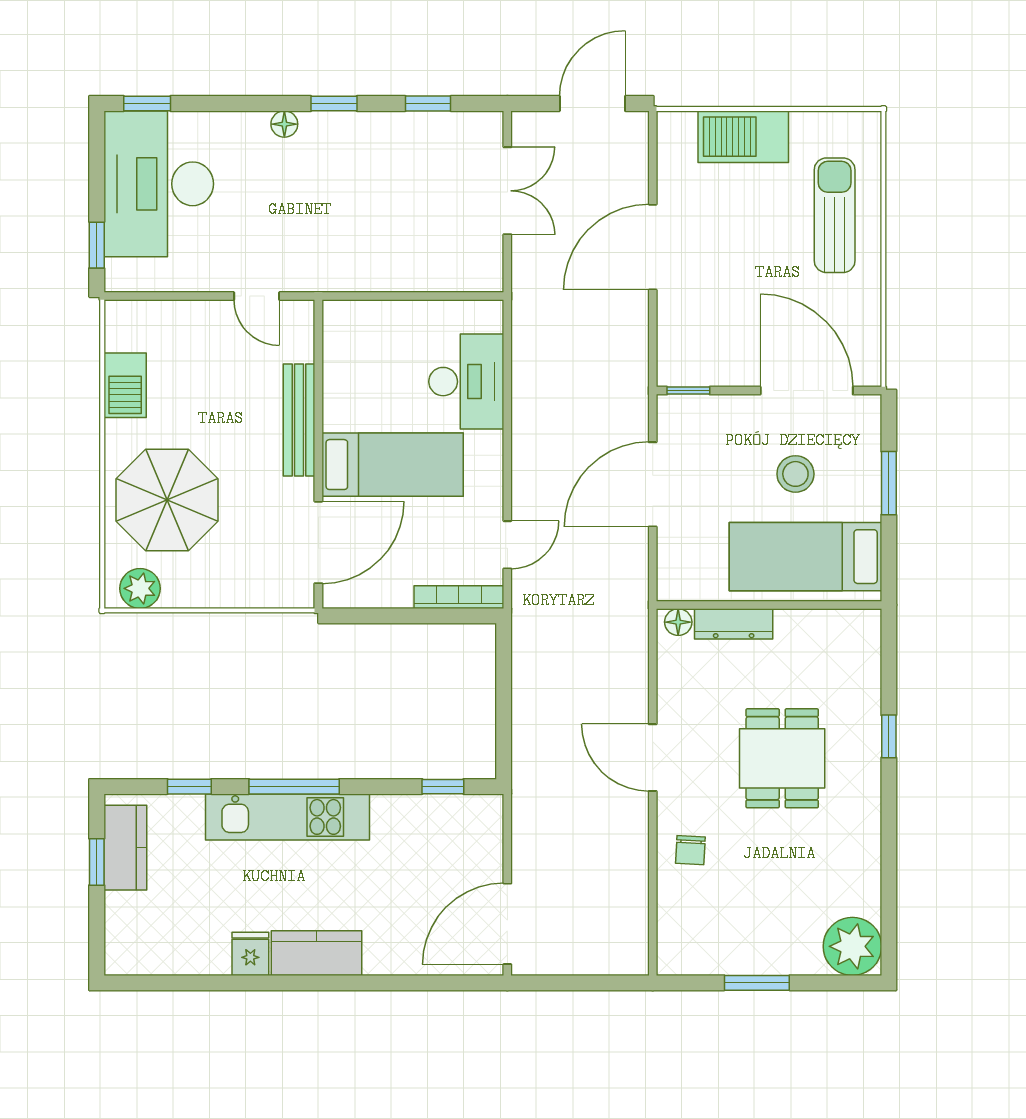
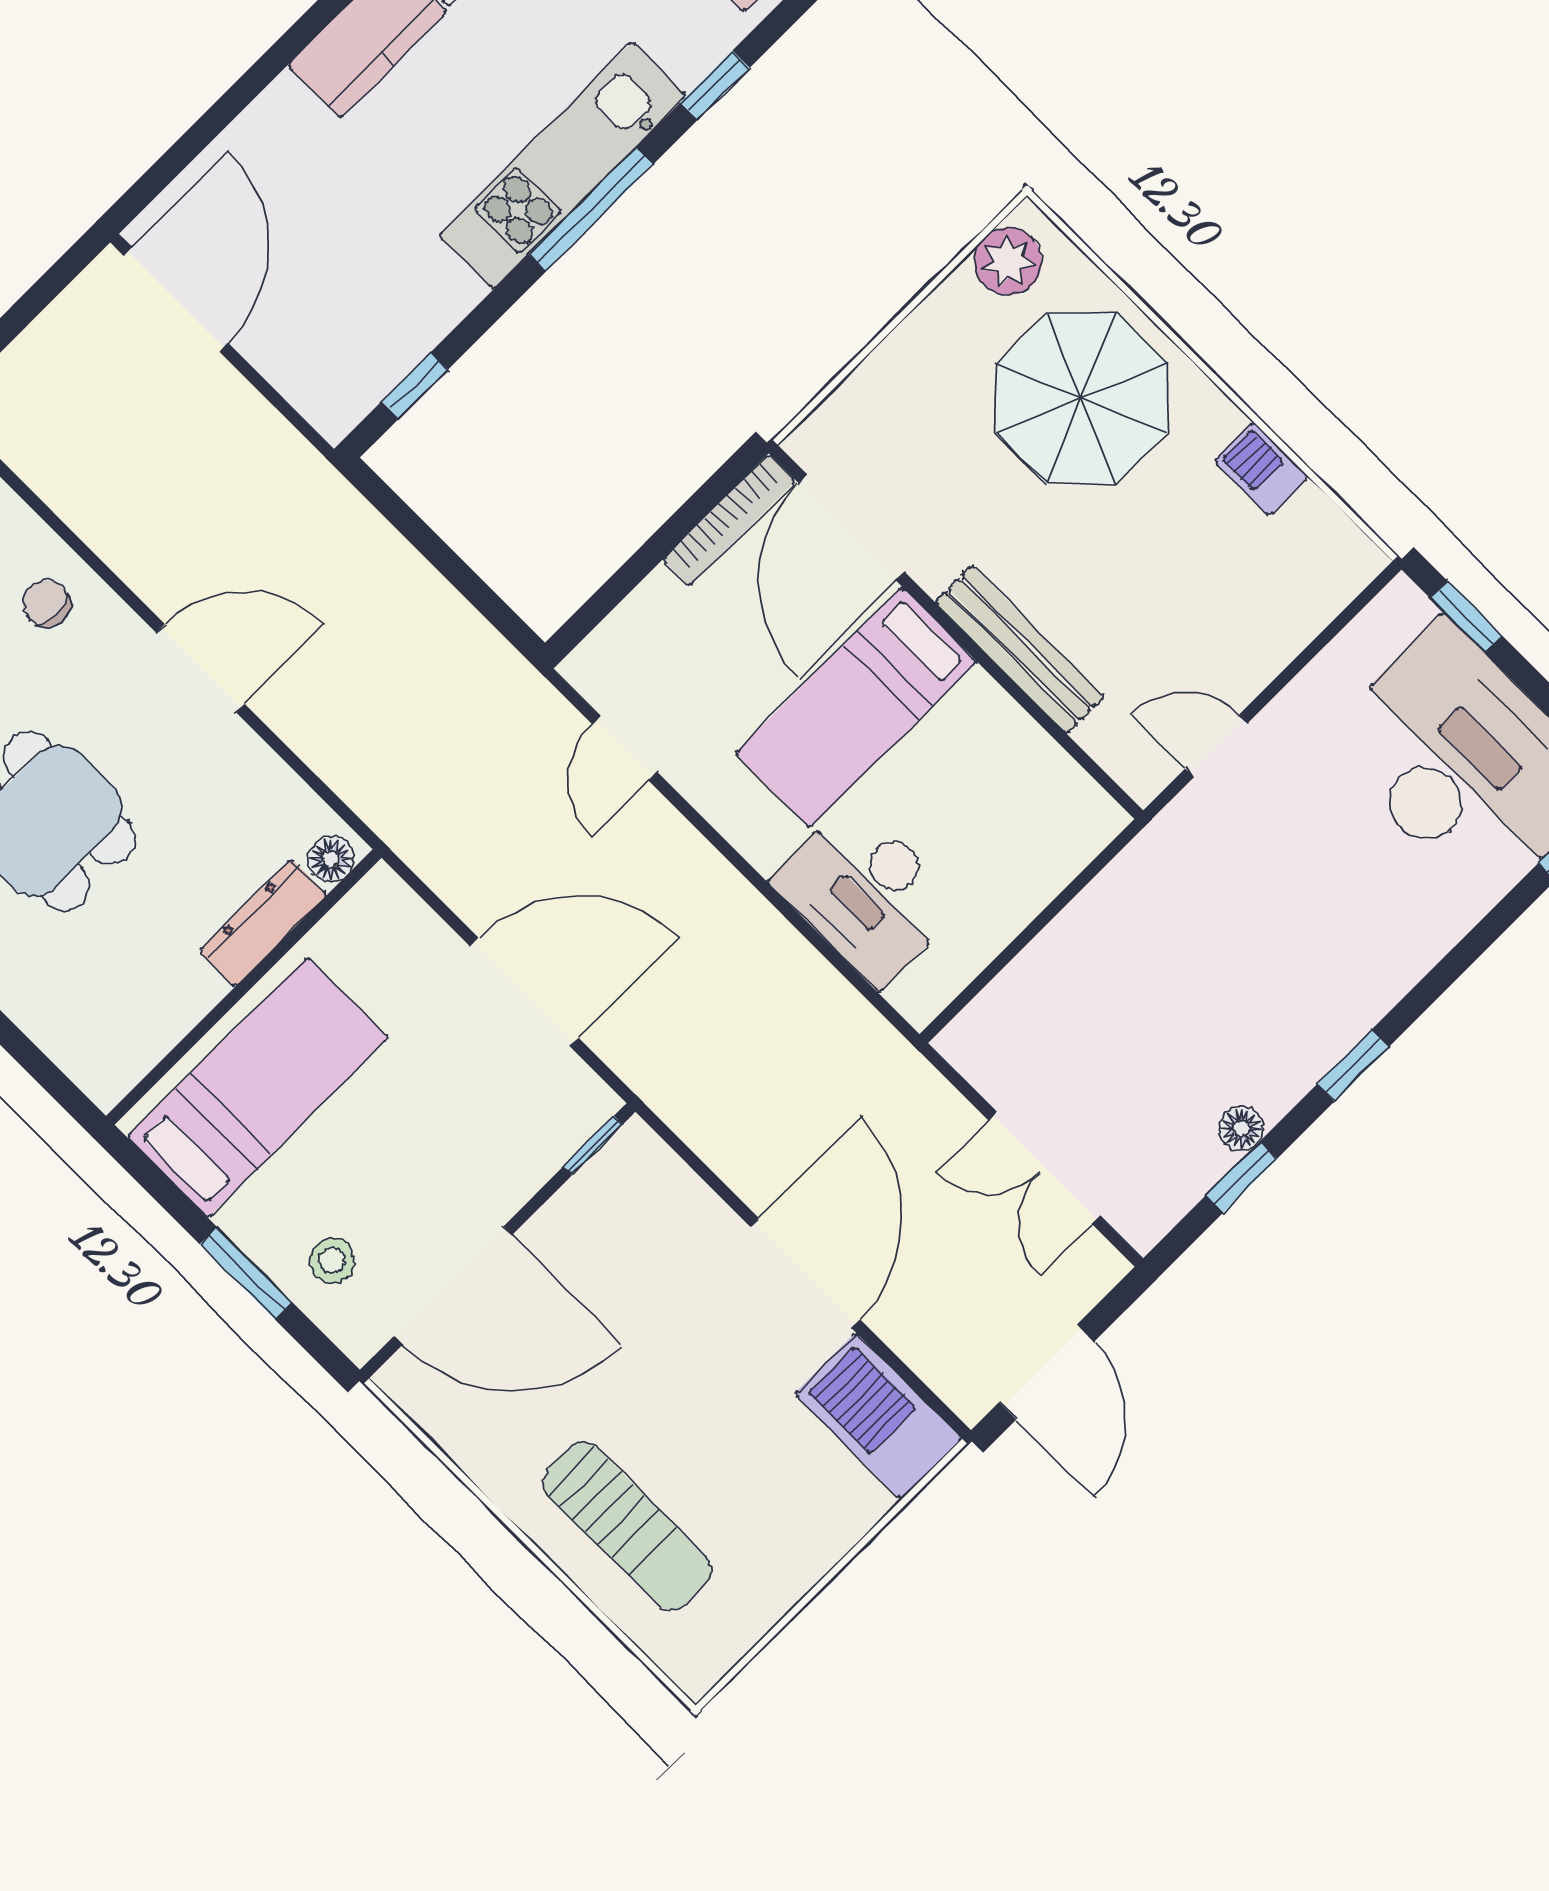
floor lamp: (284, 124) -> (1241, 1129), moved
barbecue: (743, 137) -> (878, 1416), moved, turned -90
barbecue: (125, 385) -> (1261, 469), width x0.73, depth x0.79
stool: (795, 474) -> (332, 1261), moved, width x0.73, depth x0.73
door: (653, 484) -> (524, 992), hinge flipped
bookcase: (459, 597) -> (729, 520), moved

